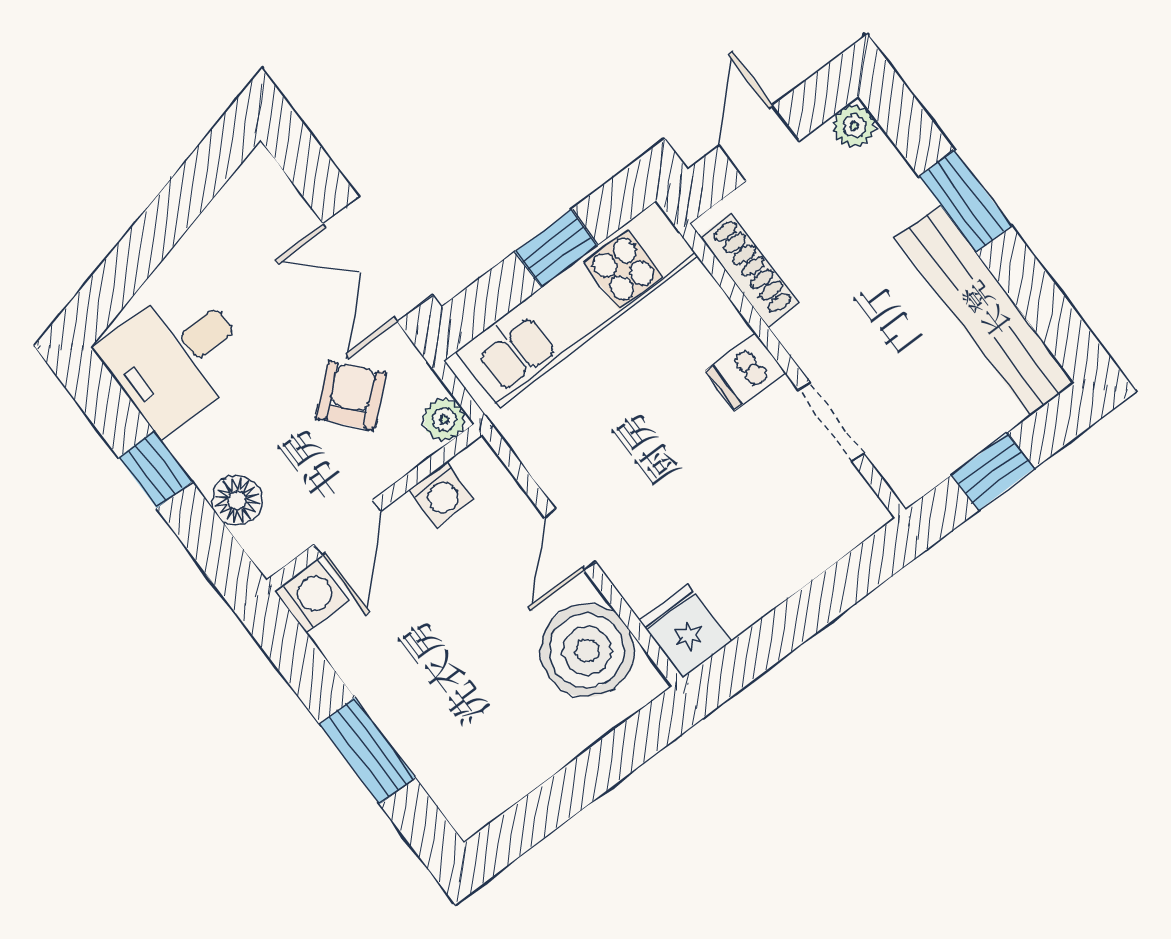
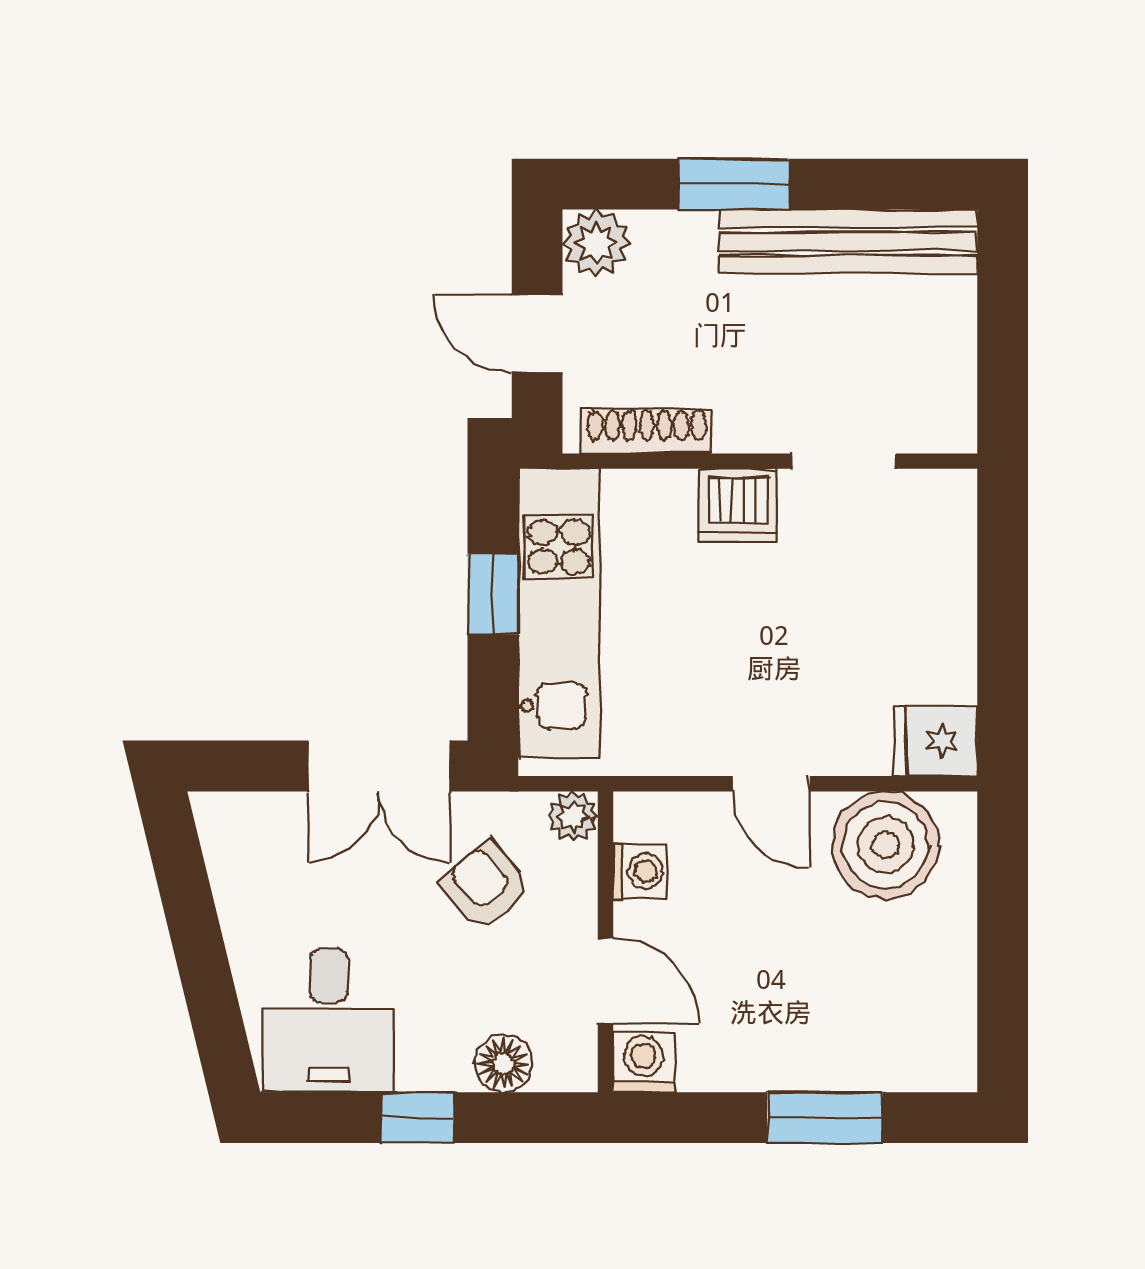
plant: (854, 126) -> (596, 243), width x1.38, depth x1.38
dishwasher: (745, 372) -> (738, 505), width x1.38
window: (993, 472) -> (1003, 346), removed

